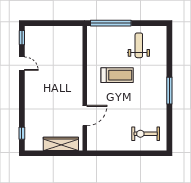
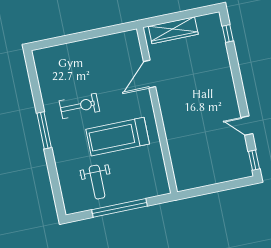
window: (111, 23) -> (119, 208), moved
treadmill: (117, 75) -> (118, 137), width x1.37, depth x1.38
exercise bike: (146, 134) -> (79, 106), moved

